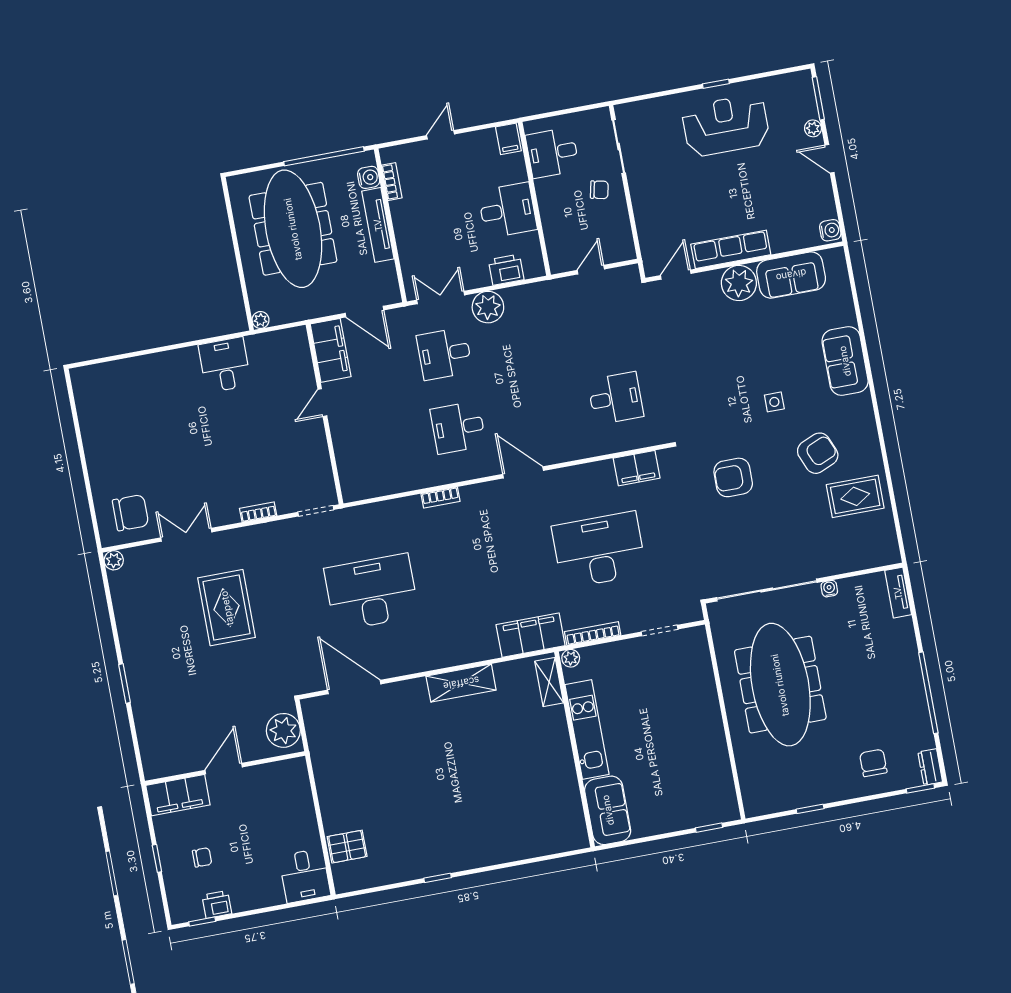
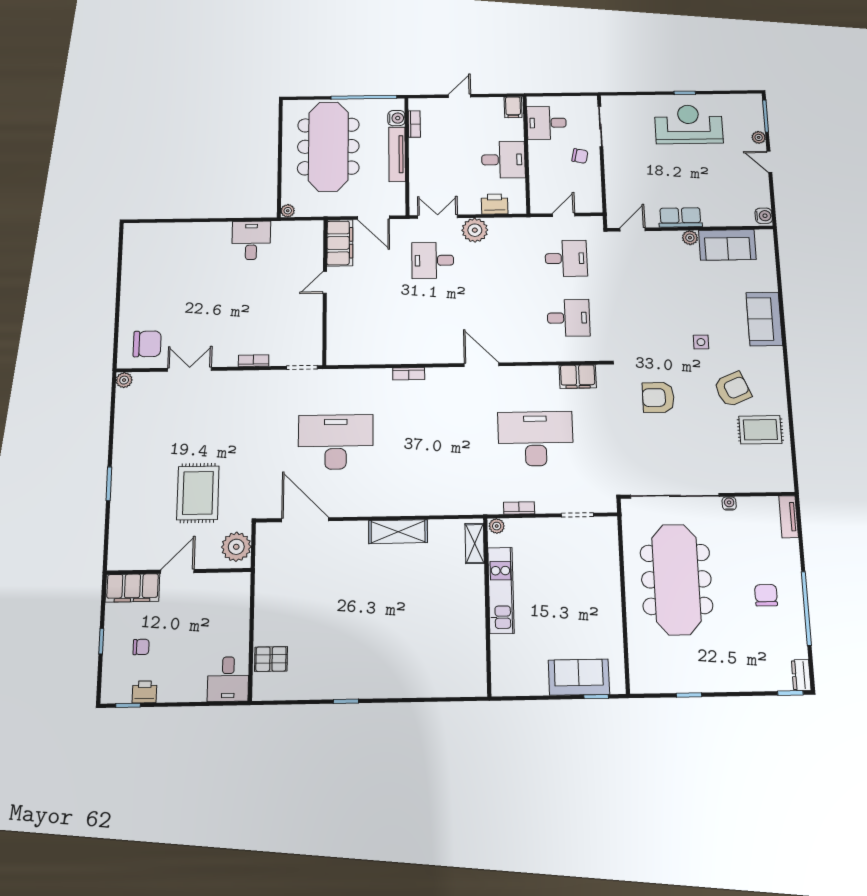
row of seats: (731, 249) -> (680, 217), width x0.68
plant: (739, 283) -> (690, 238), width x0.53, depth x0.53
desk: (458, 427) -> (566, 258), moved, turned 180
rug: (227, 608) -> (198, 493), moved
bookcase: (593, 633) -> (519, 508), width x0.64
filing cabinet: (531, 635) -> (465, 501), removed
chair: (873, 763) -> (766, 595), moved
sofa: (608, 810) -> (579, 677), moved, turned -90

